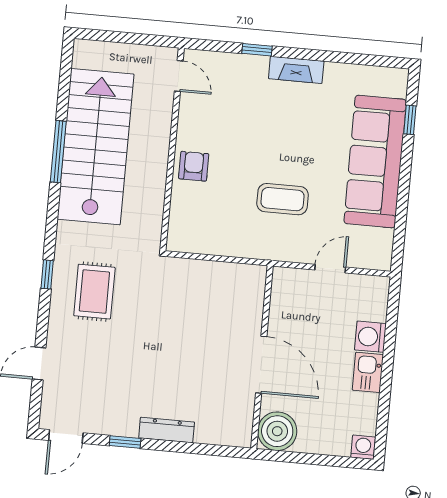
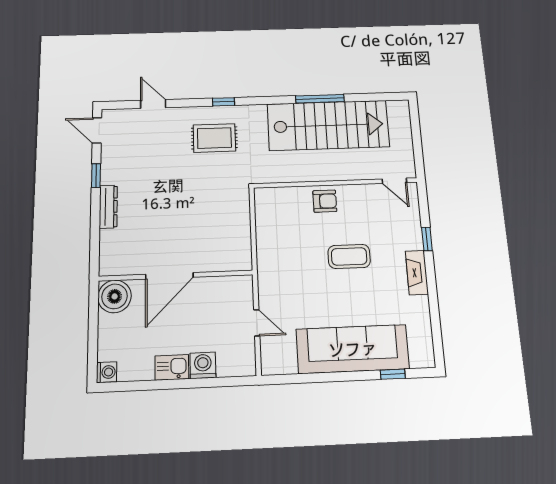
door: (179, 76) -> (394, 181), hinge flipped
coffee table: (283, 199) -> (349, 256), moved, turned 90

